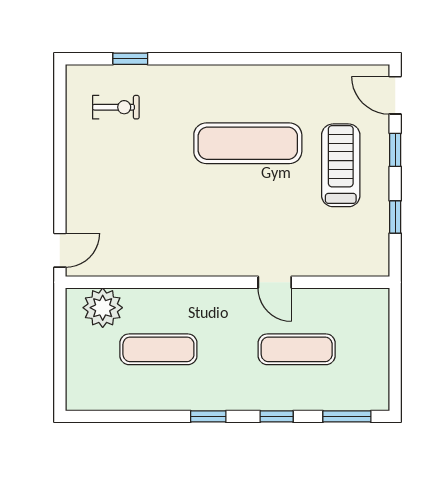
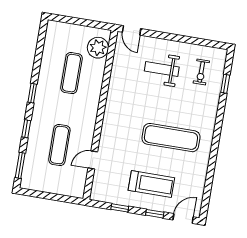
exercise mat: (248, 143) -> (171, 138), turned 90
weight bench: (123, 182) -> (162, 69), added
door: (275, 282) -> (93, 160), moved

